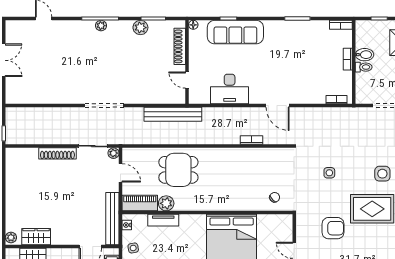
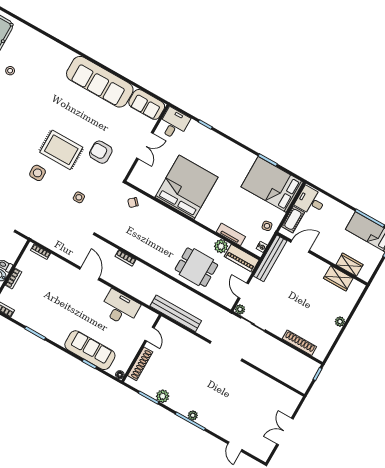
shoe rack: (57, 153) -> (299, 343), moved
plant: (11, 237) -> (340, 322), moved

